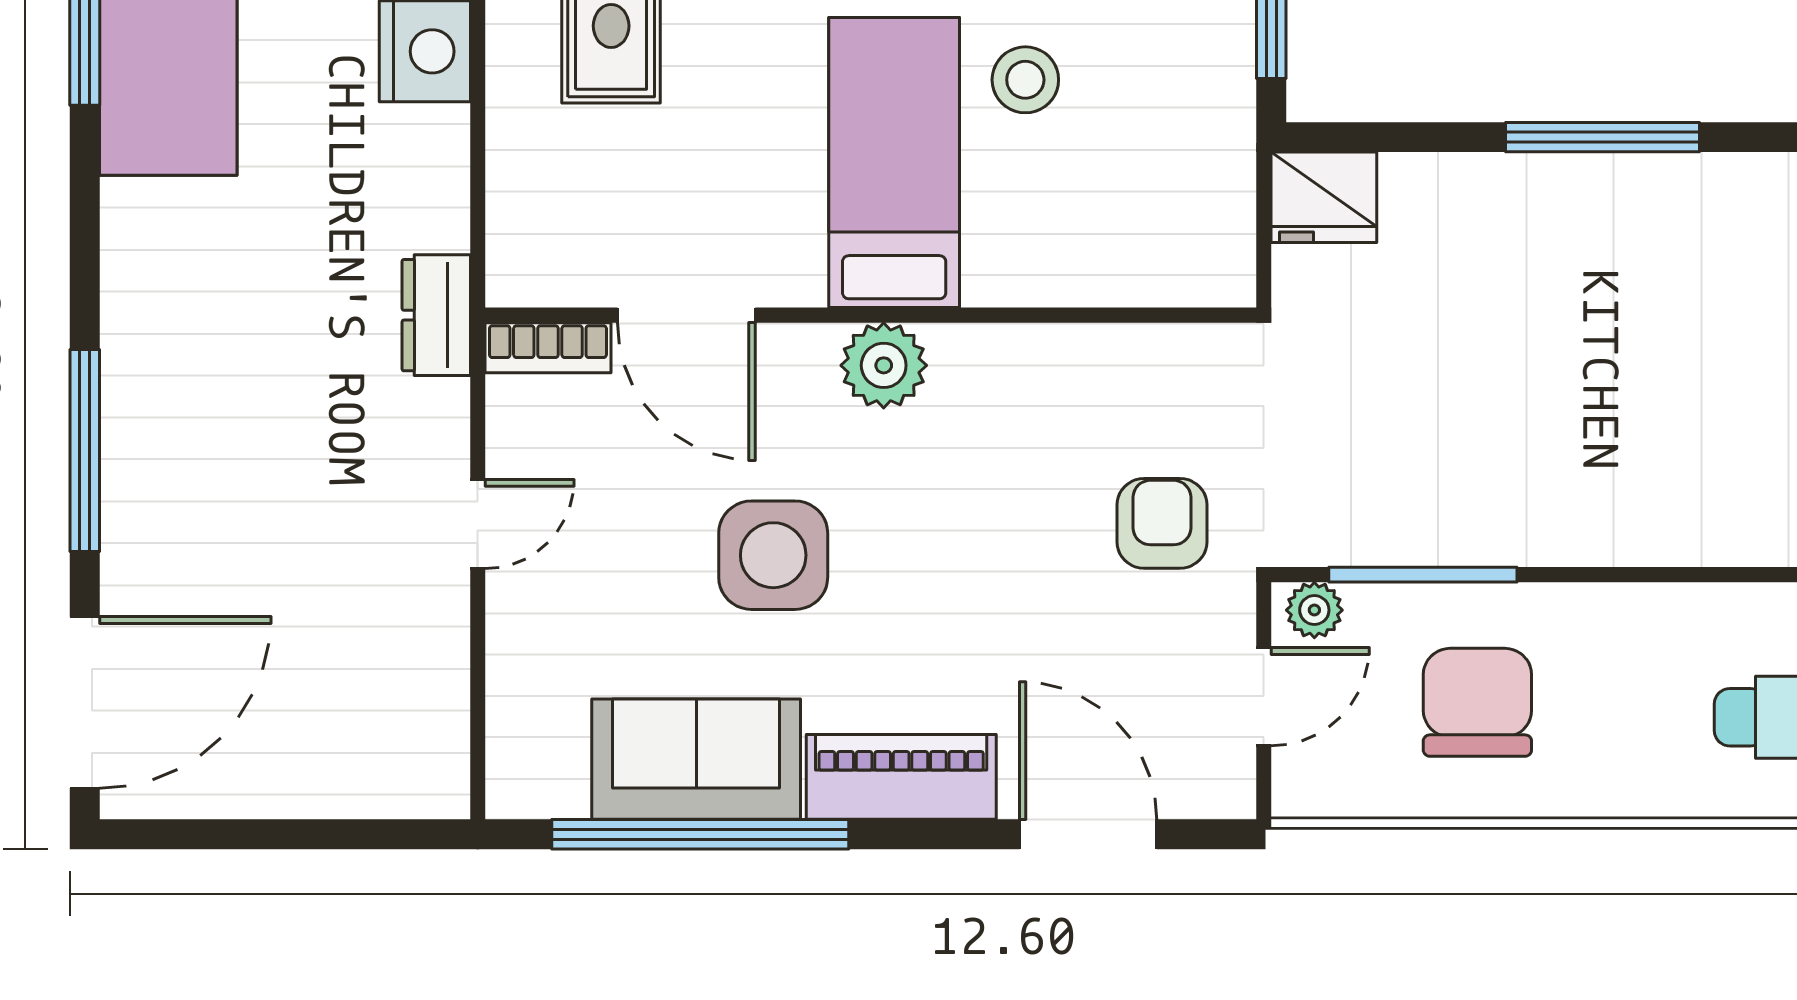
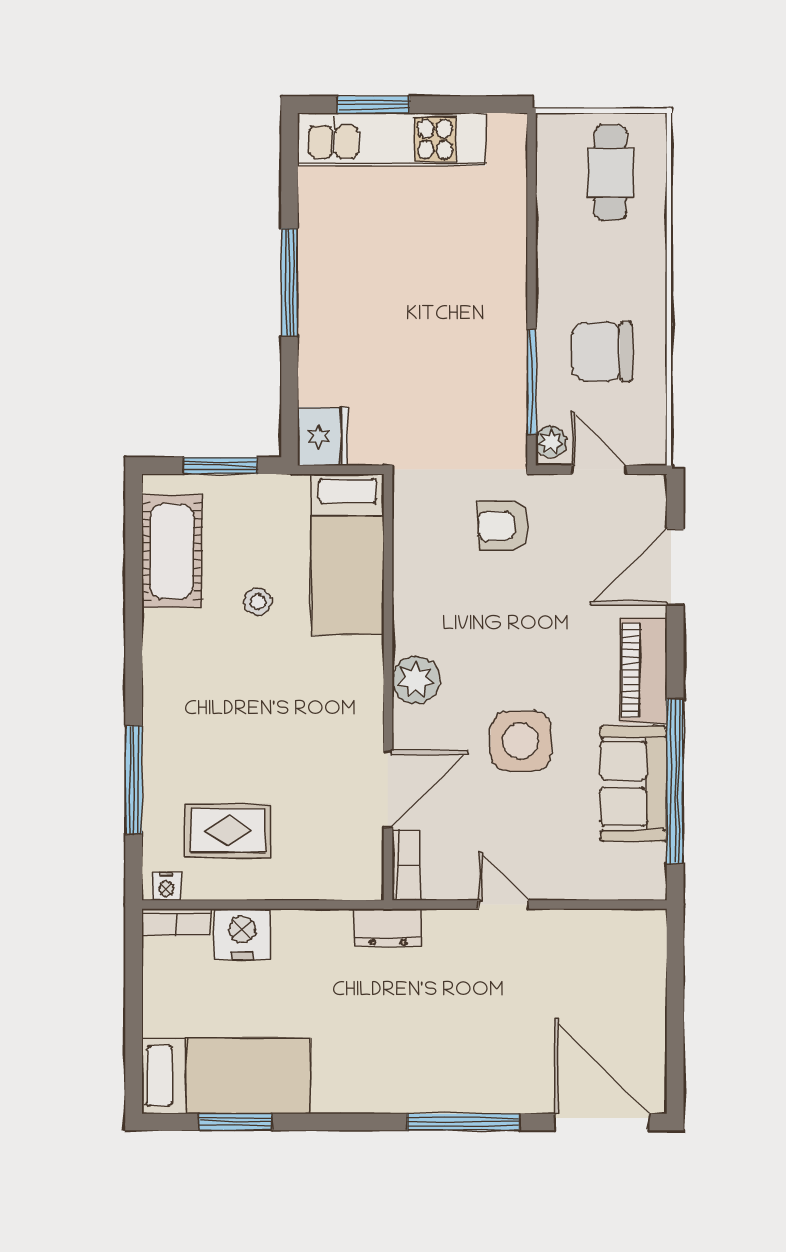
stool: (1025, 80) -> (258, 602), width x0.73, depth x0.73
bed: (894, 163) -> (348, 554), moved, turned -90

